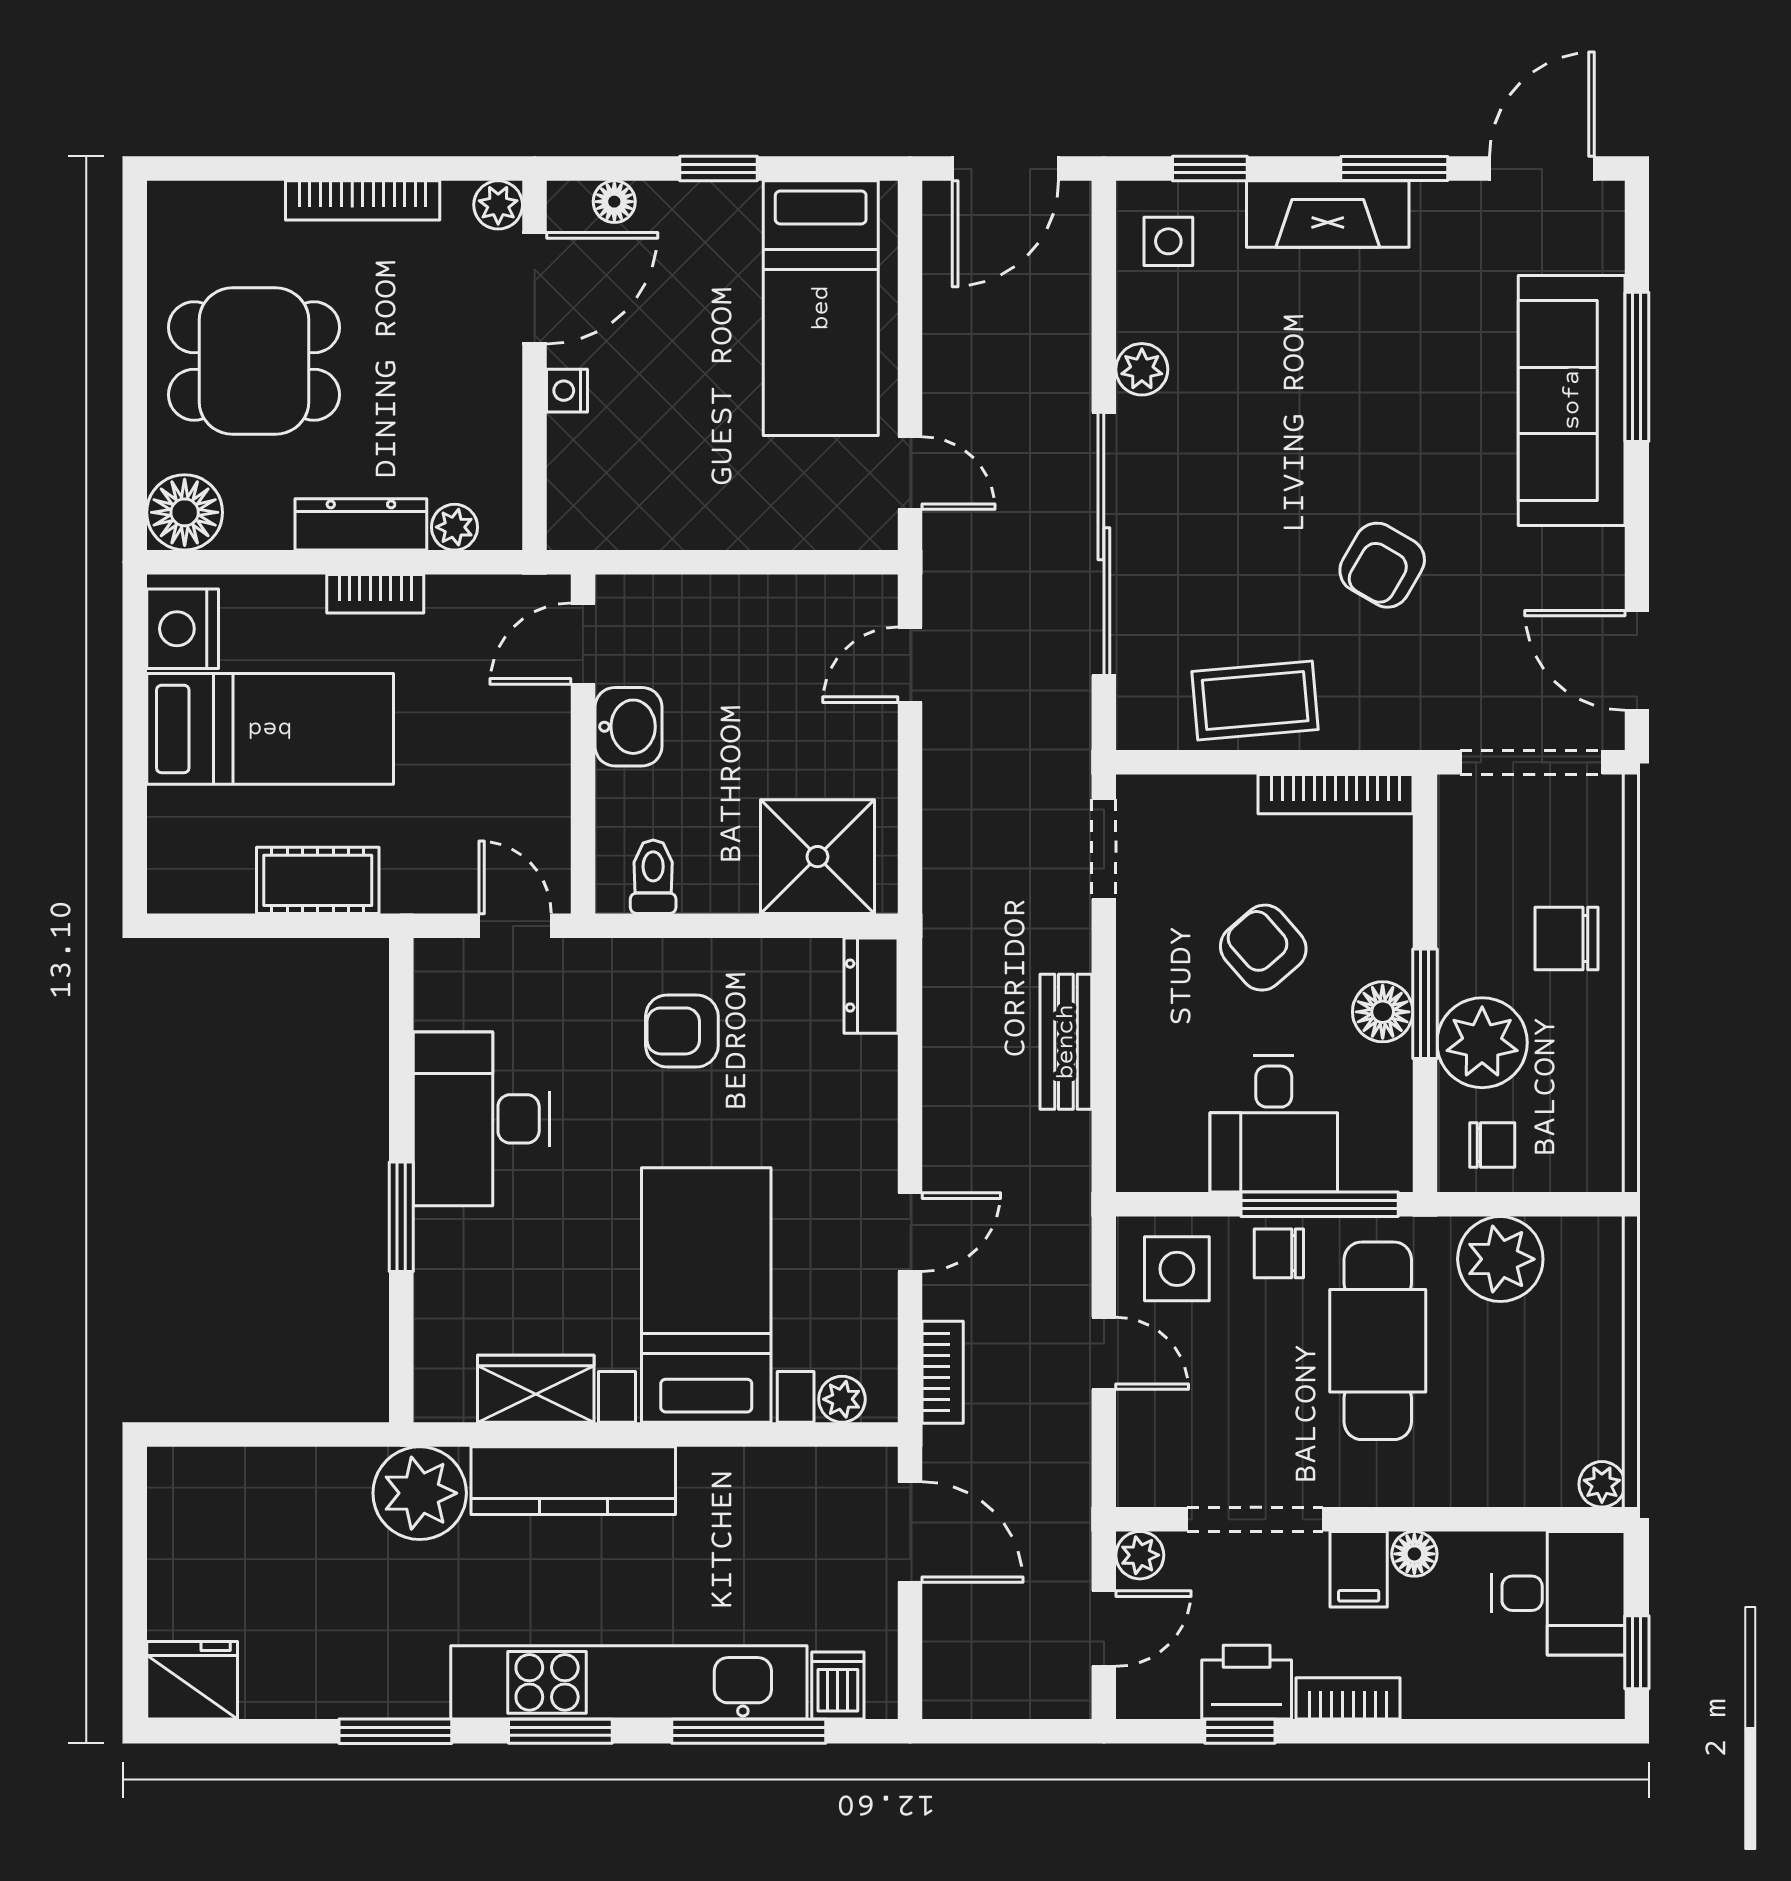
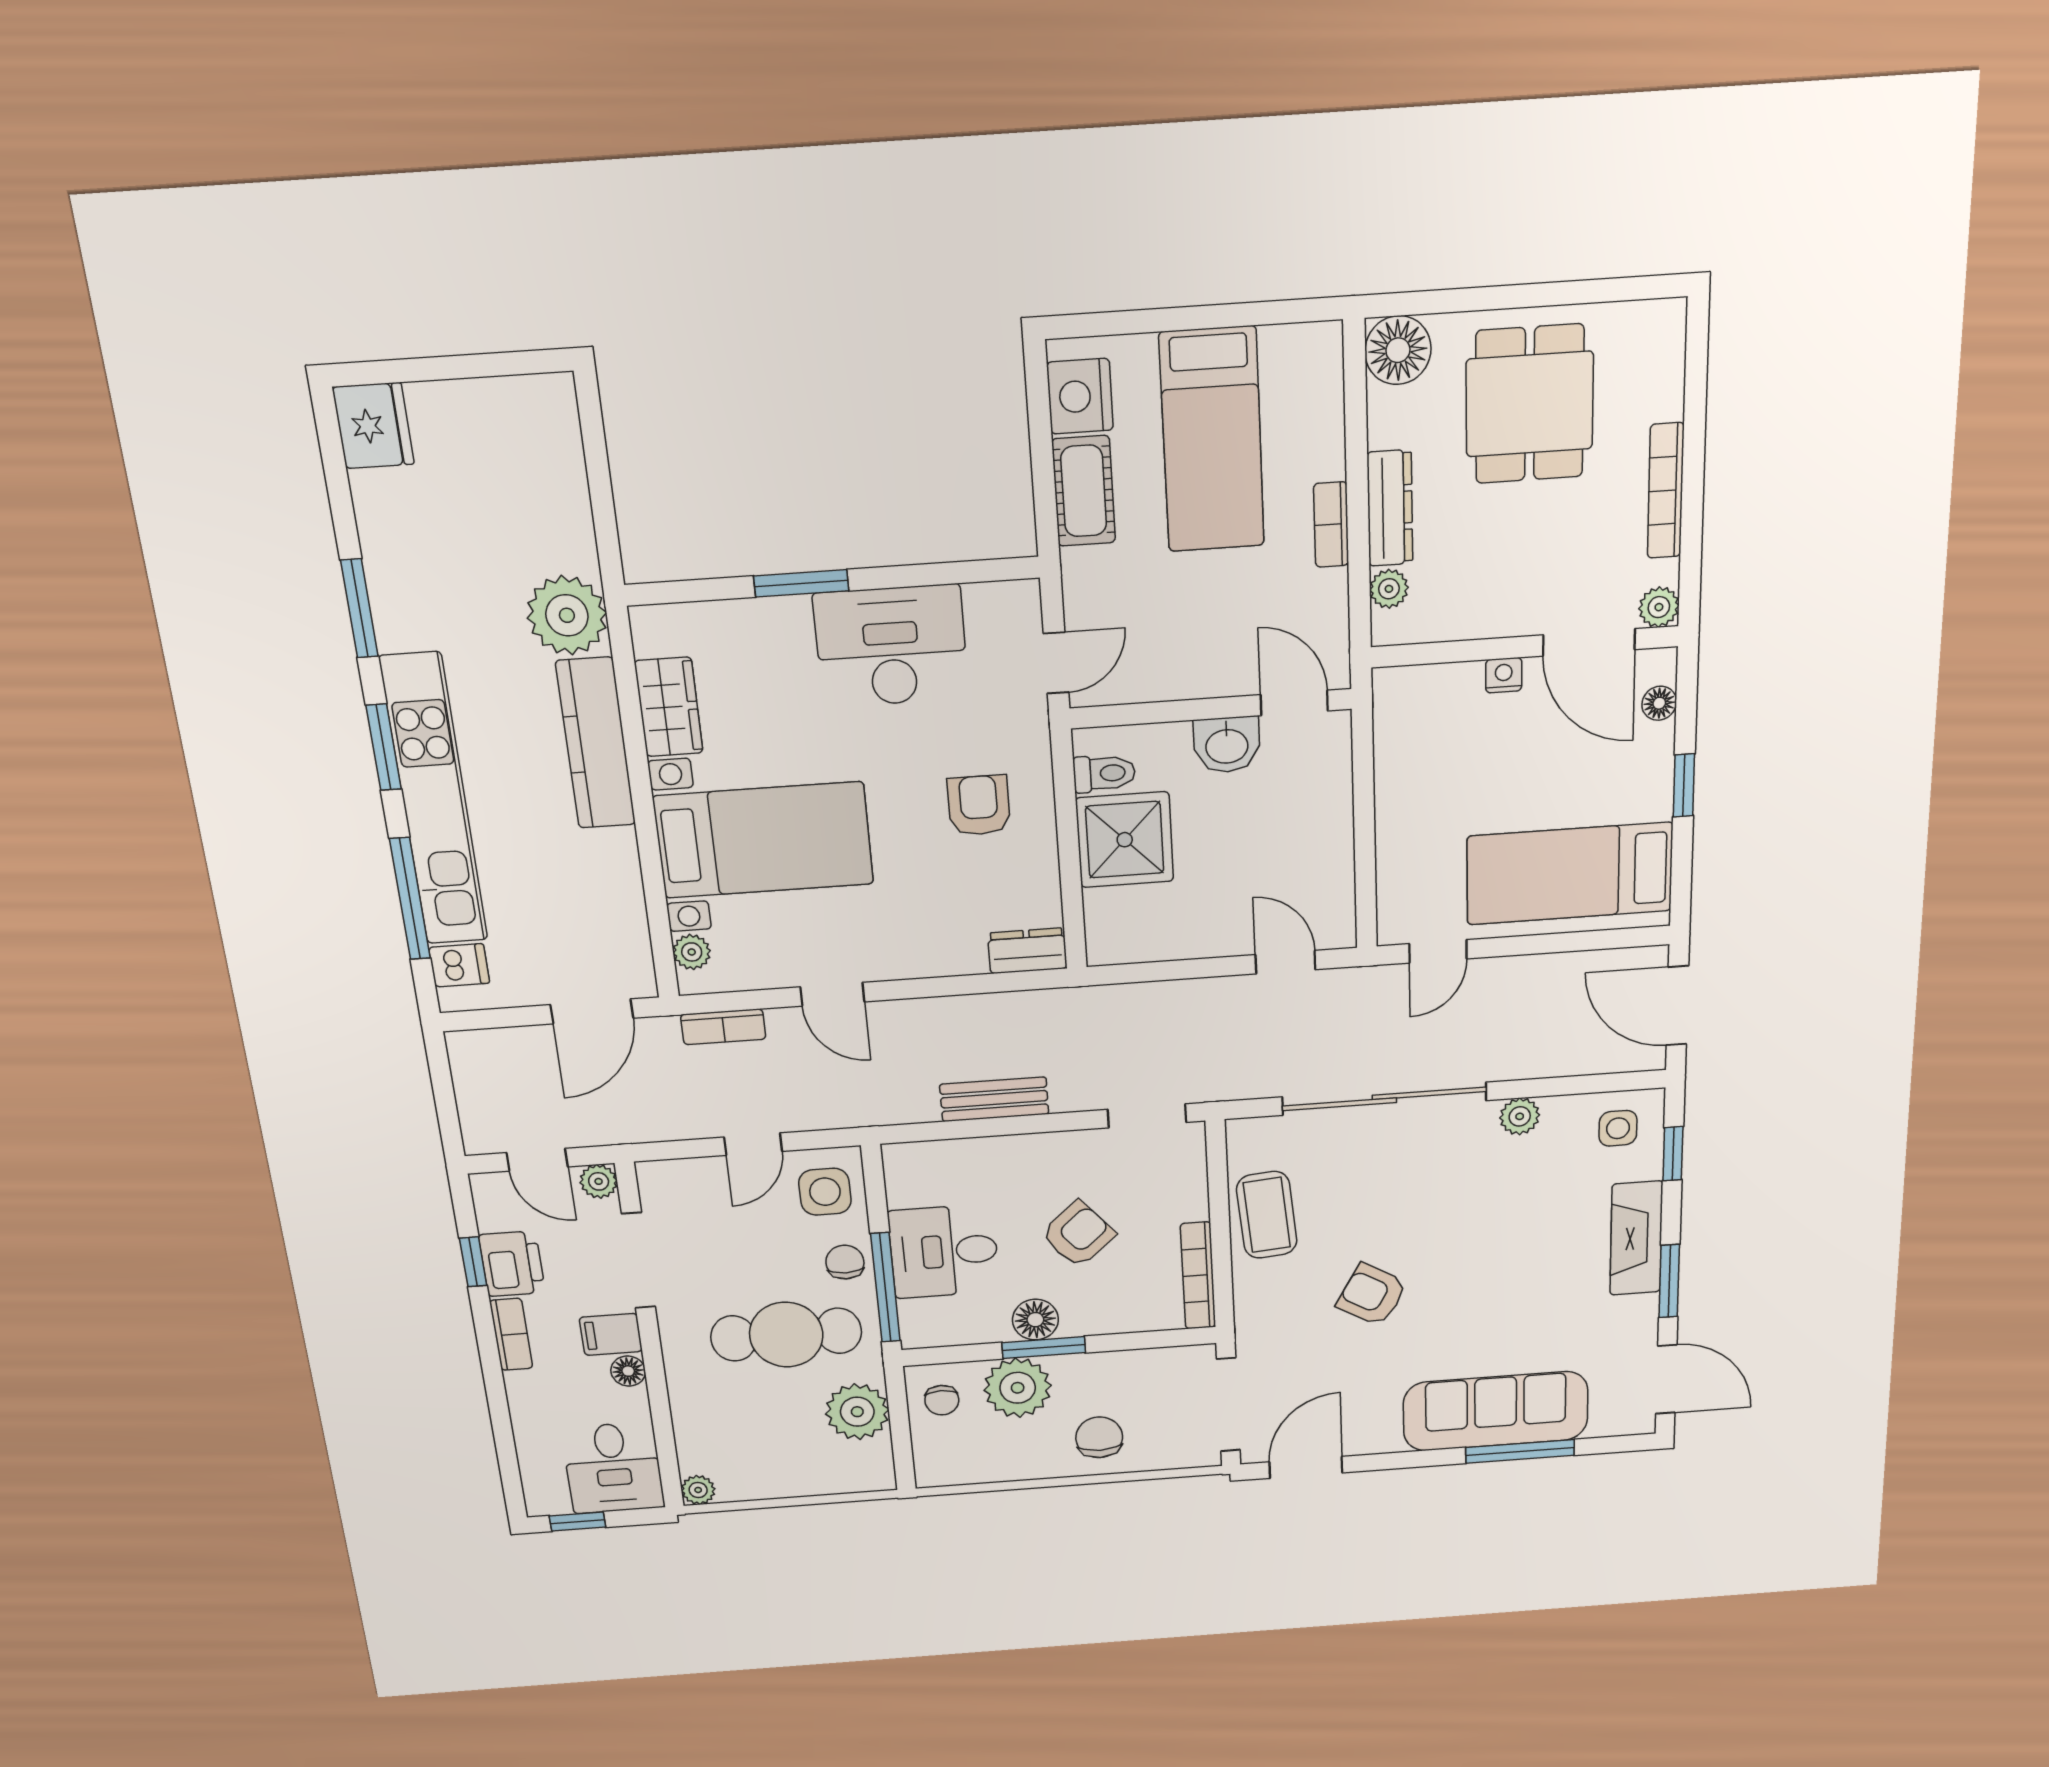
nightstand: (183, 629) -> (1080, 396), moved, turned -90
shower: (817, 857) -> (1125, 840), moved

